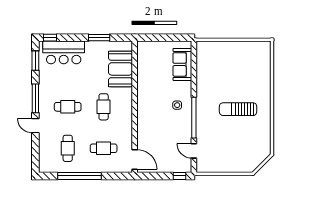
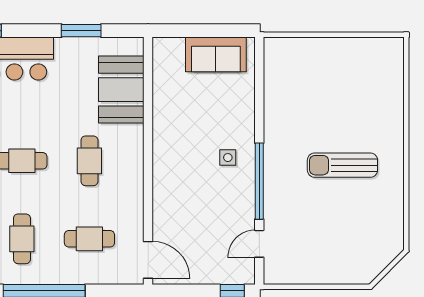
sofa: (182, 64) -> (216, 54), moved, turned -90
door: (194, 151) -> (259, 244), hinge flipped

